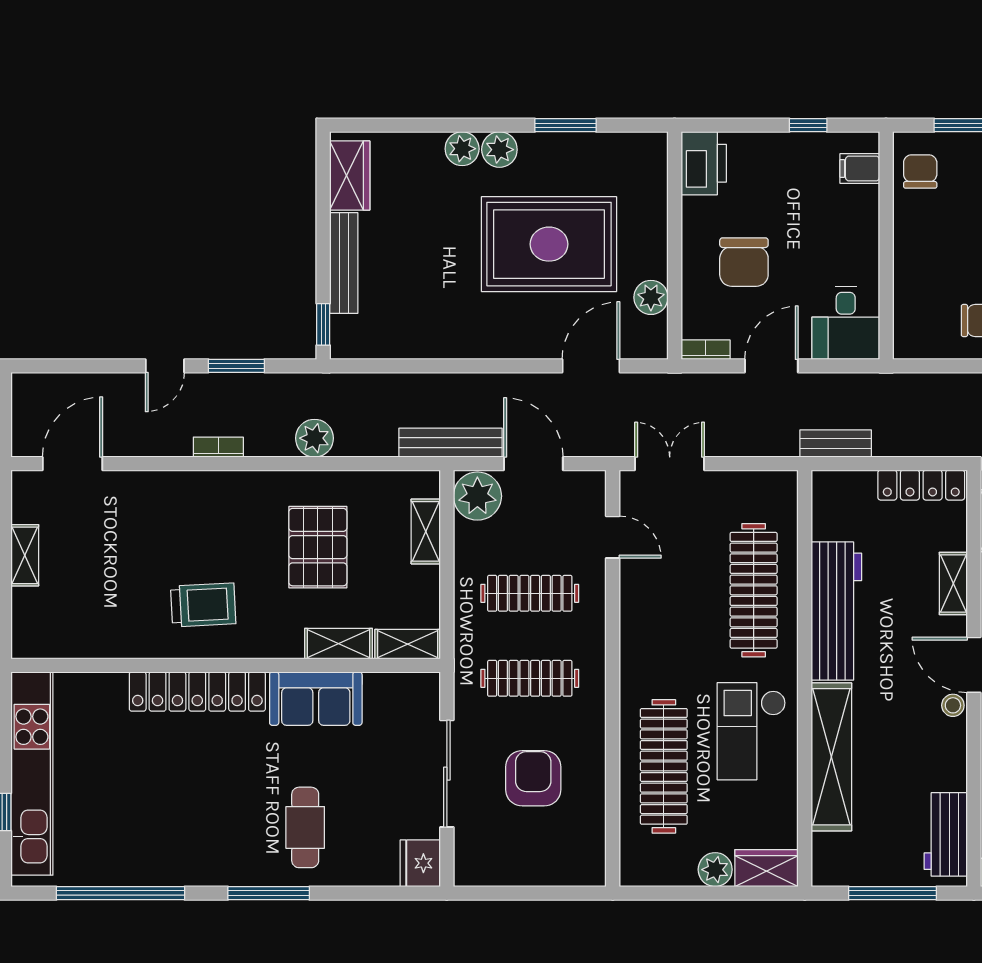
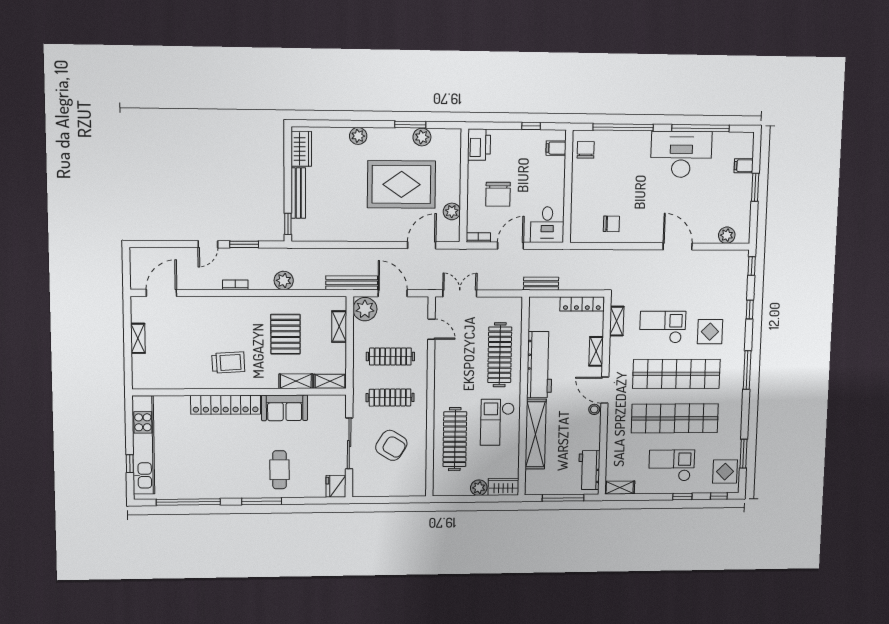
plant: (499, 150) -> (422, 137), moved
armchair: (533, 778) -> (391, 445), turned 122

